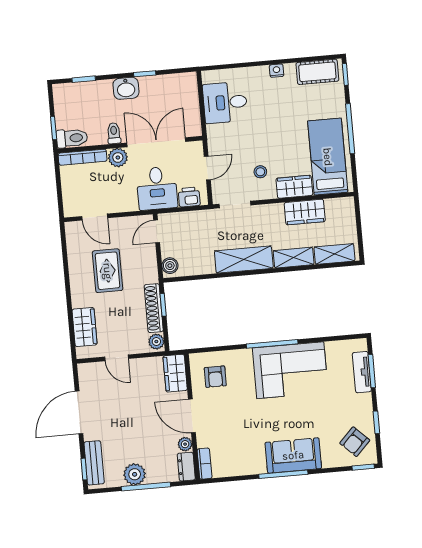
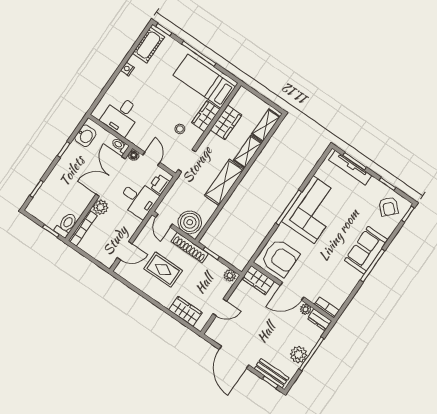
washbasin: (126, 88) -> (85, 136), moved
toilet: (114, 133) -> (120, 145), moved
floor lamp: (196, 148) -> (134, 155), added
boiler: (170, 266) -> (190, 222), width x1.86, depth x1.86
shoe rack: (154, 308) -> (190, 248), moved
tv unit: (362, 372) -> (350, 168), width x1.41
armchair: (215, 377) -> (280, 258), width x1.88, depth x1.88

